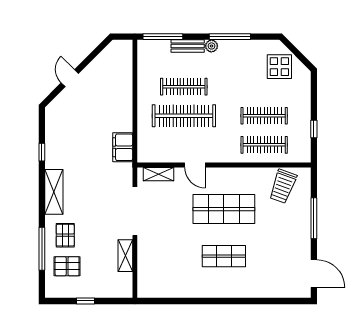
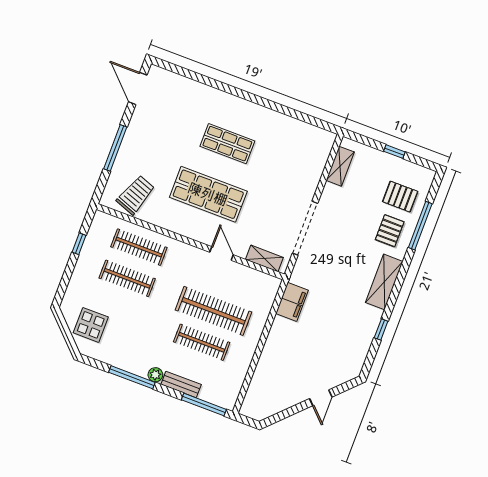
shelving: (125, 256) -> (340, 166), moved

